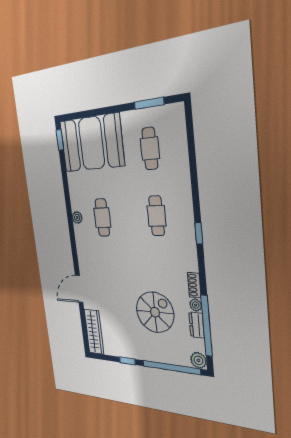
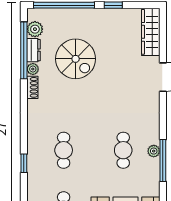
window: (69, 208) -> (163, 161), added
window: (199, 233) -> (24, 163), moved
spiral stairs: (155, 312) -> (76, 59), turned -90
plant: (198, 360) -> (35, 29), moved

